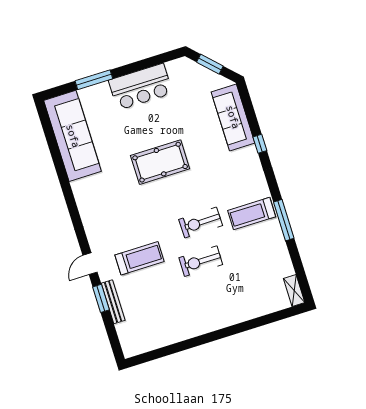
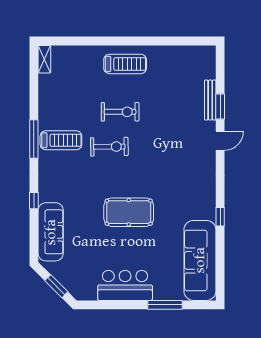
window: (66, 187) -> (220, 217), added
window: (284, 220) -> (34, 139), moved
treadmill: (140, 258) -> (125, 64), moved, turned 180

